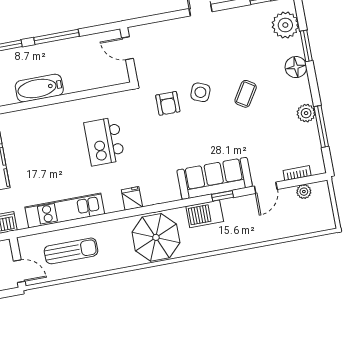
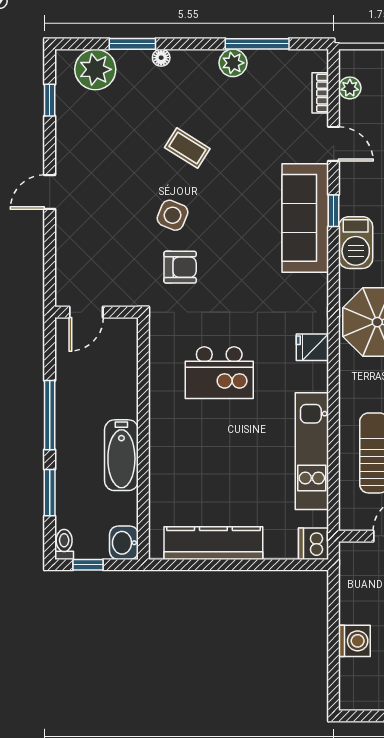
floor lamp: (296, 67) -> (161, 58), width x0.53, depth x0.53

